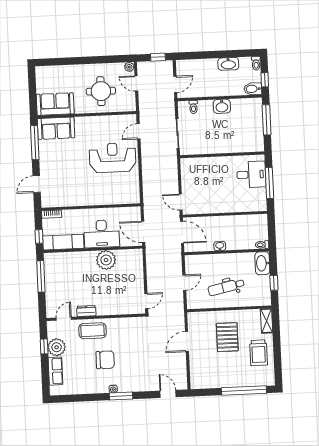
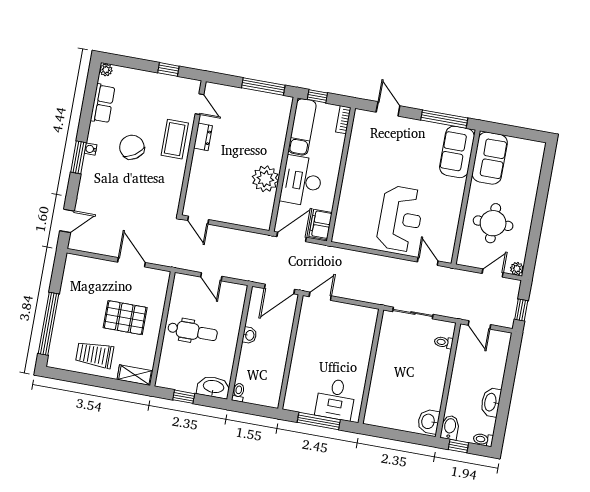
washbasin: (222, 106) -> (429, 421), moved
window: (267, 120) -> (404, 436), removed
filing cabinet: (130, 213) -> (321, 224), added
dental chair: (226, 287) -> (192, 331), turned 102
plant: (57, 347) -> (106, 70), moved, width x0.53, depth x0.53
chair: (105, 360) -> (132, 147), turned 146
row of seats: (55, 371) -> (103, 104), moved, turned -90

